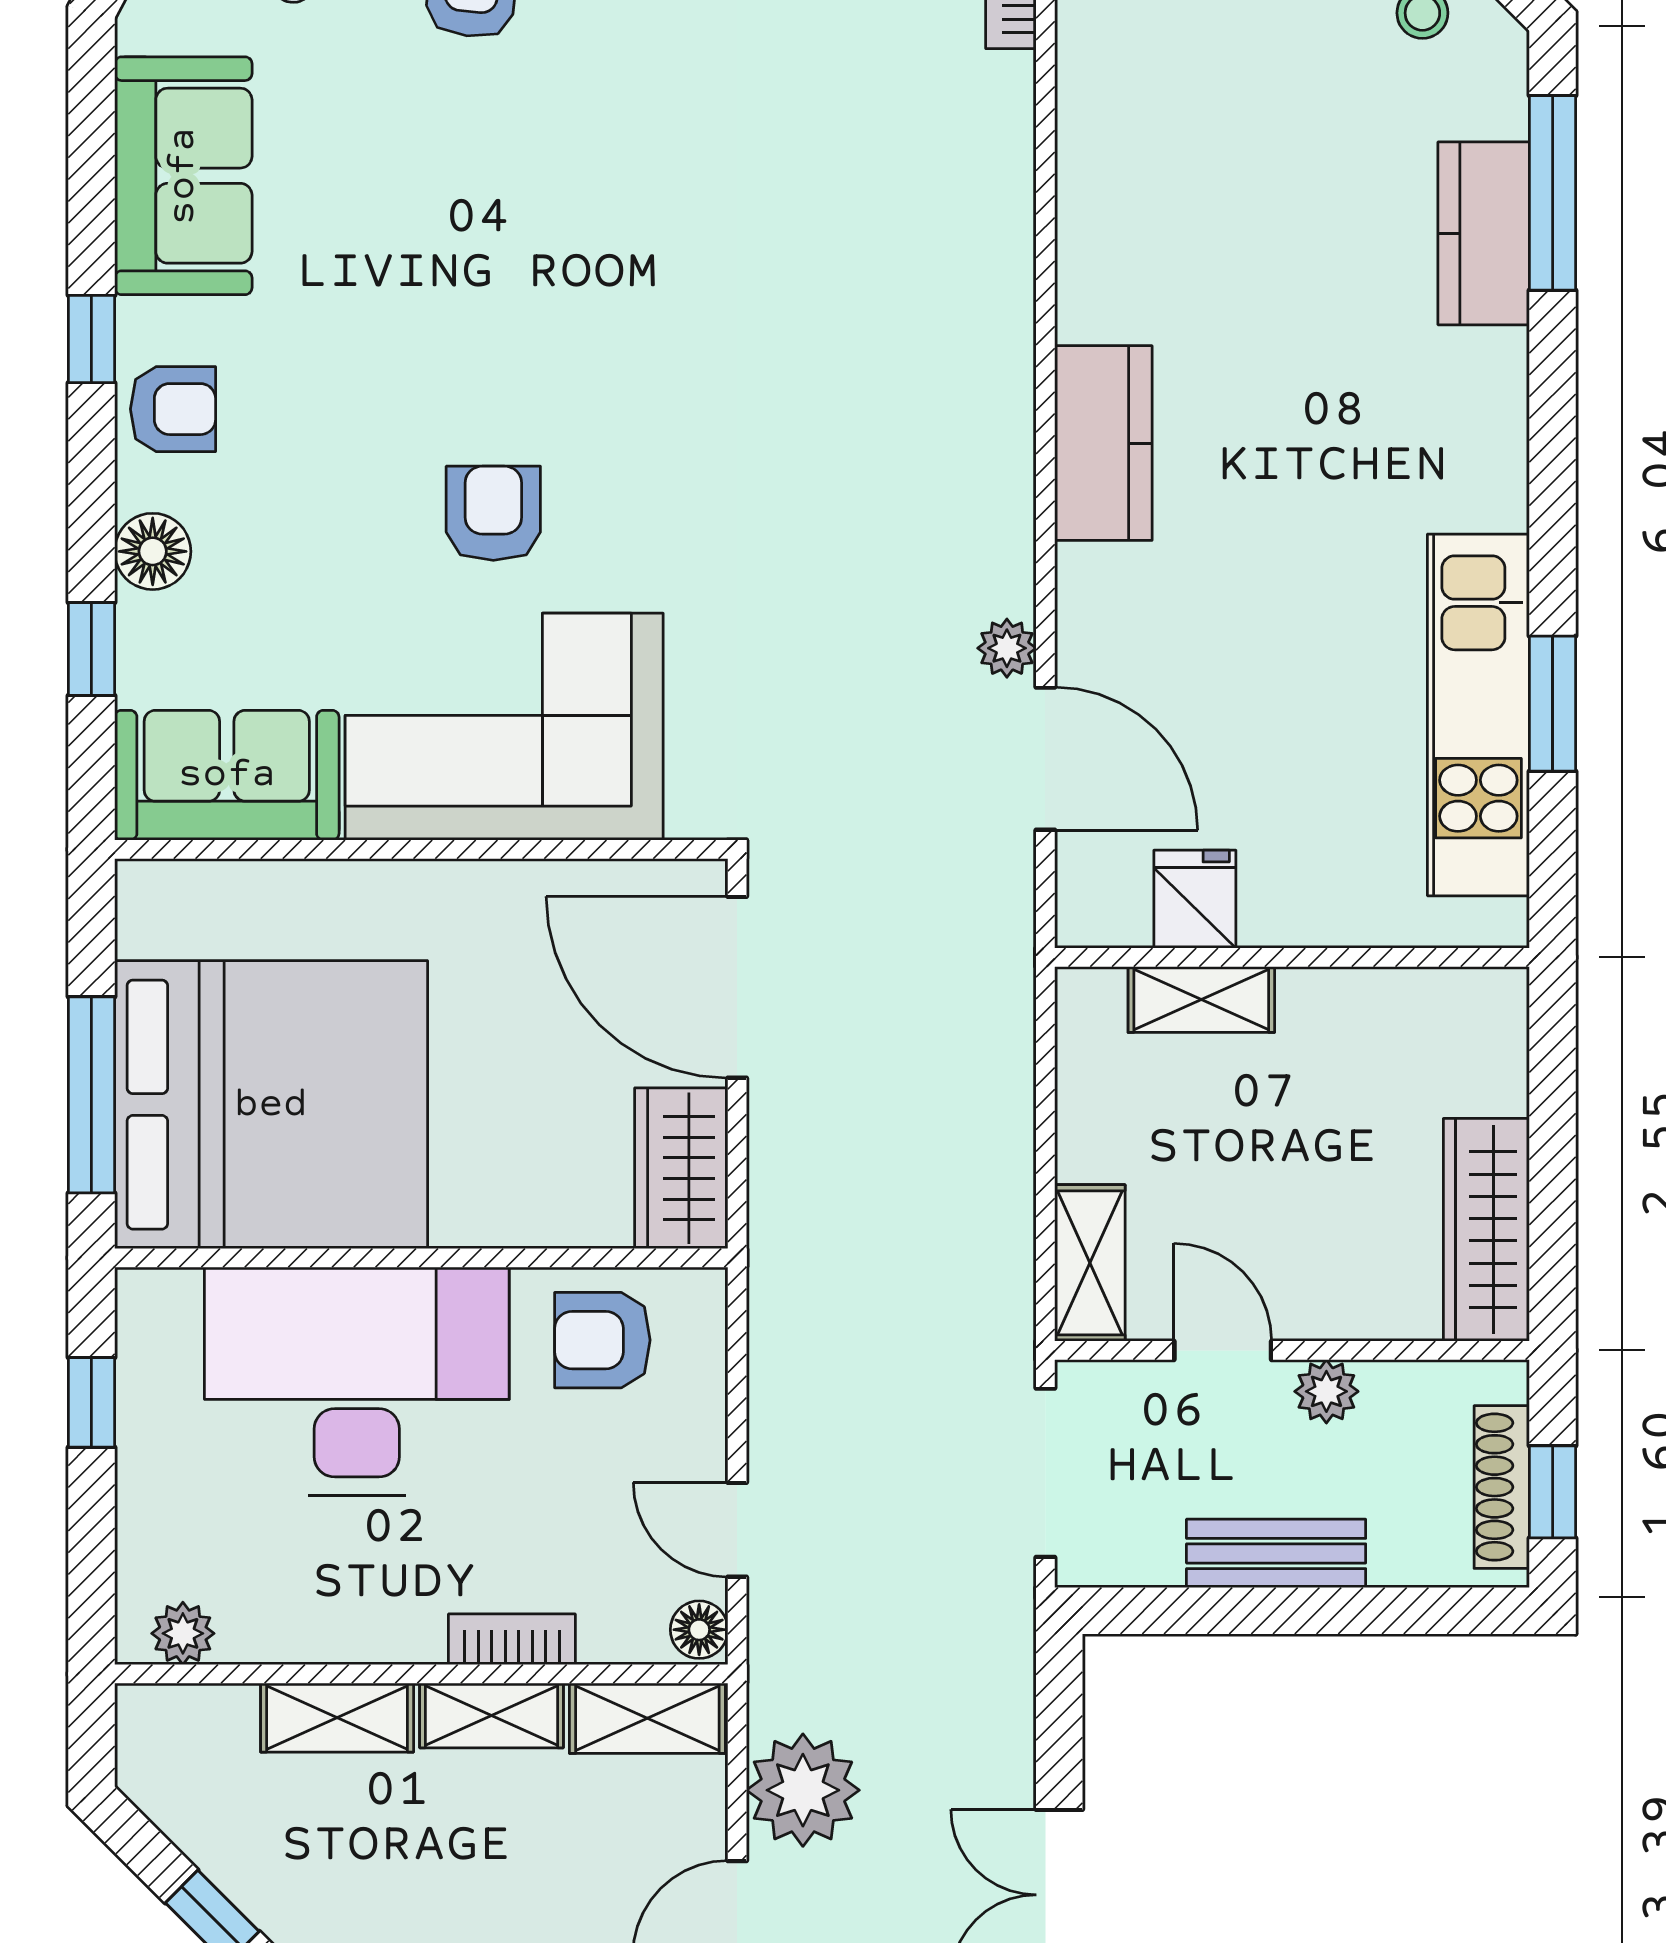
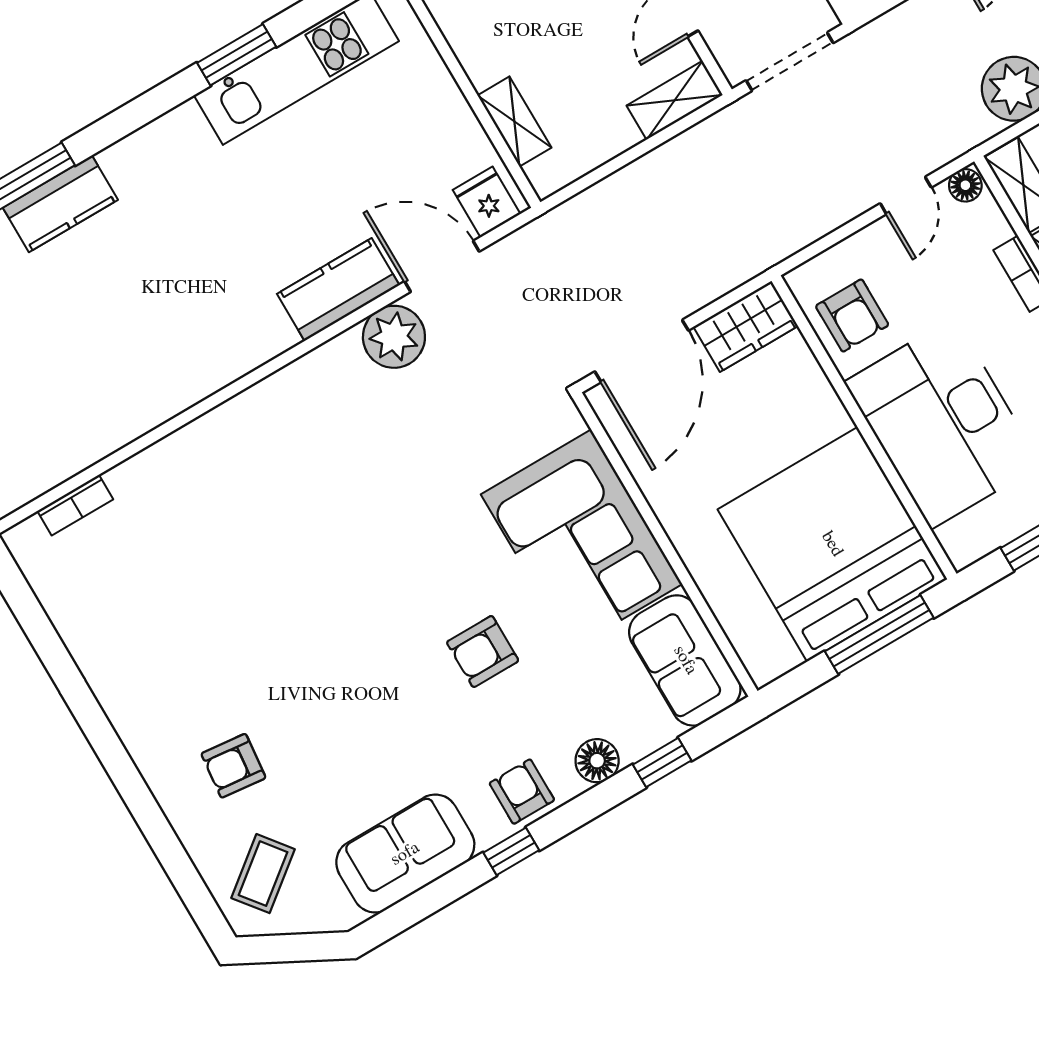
kitchen counter: (1103, 443) -> (338, 290), moved
armchair: (493, 513) -> (483, 652), moved
plant: (1007, 648) -> (394, 337), width x1.88, depth x1.88
window: (1553, 704) -> (237, 55), moved
door: (1045, 759) -> (442, 266), hinge flipped
fridge: (1195, 899) -> (487, 202), moved, turned 90

